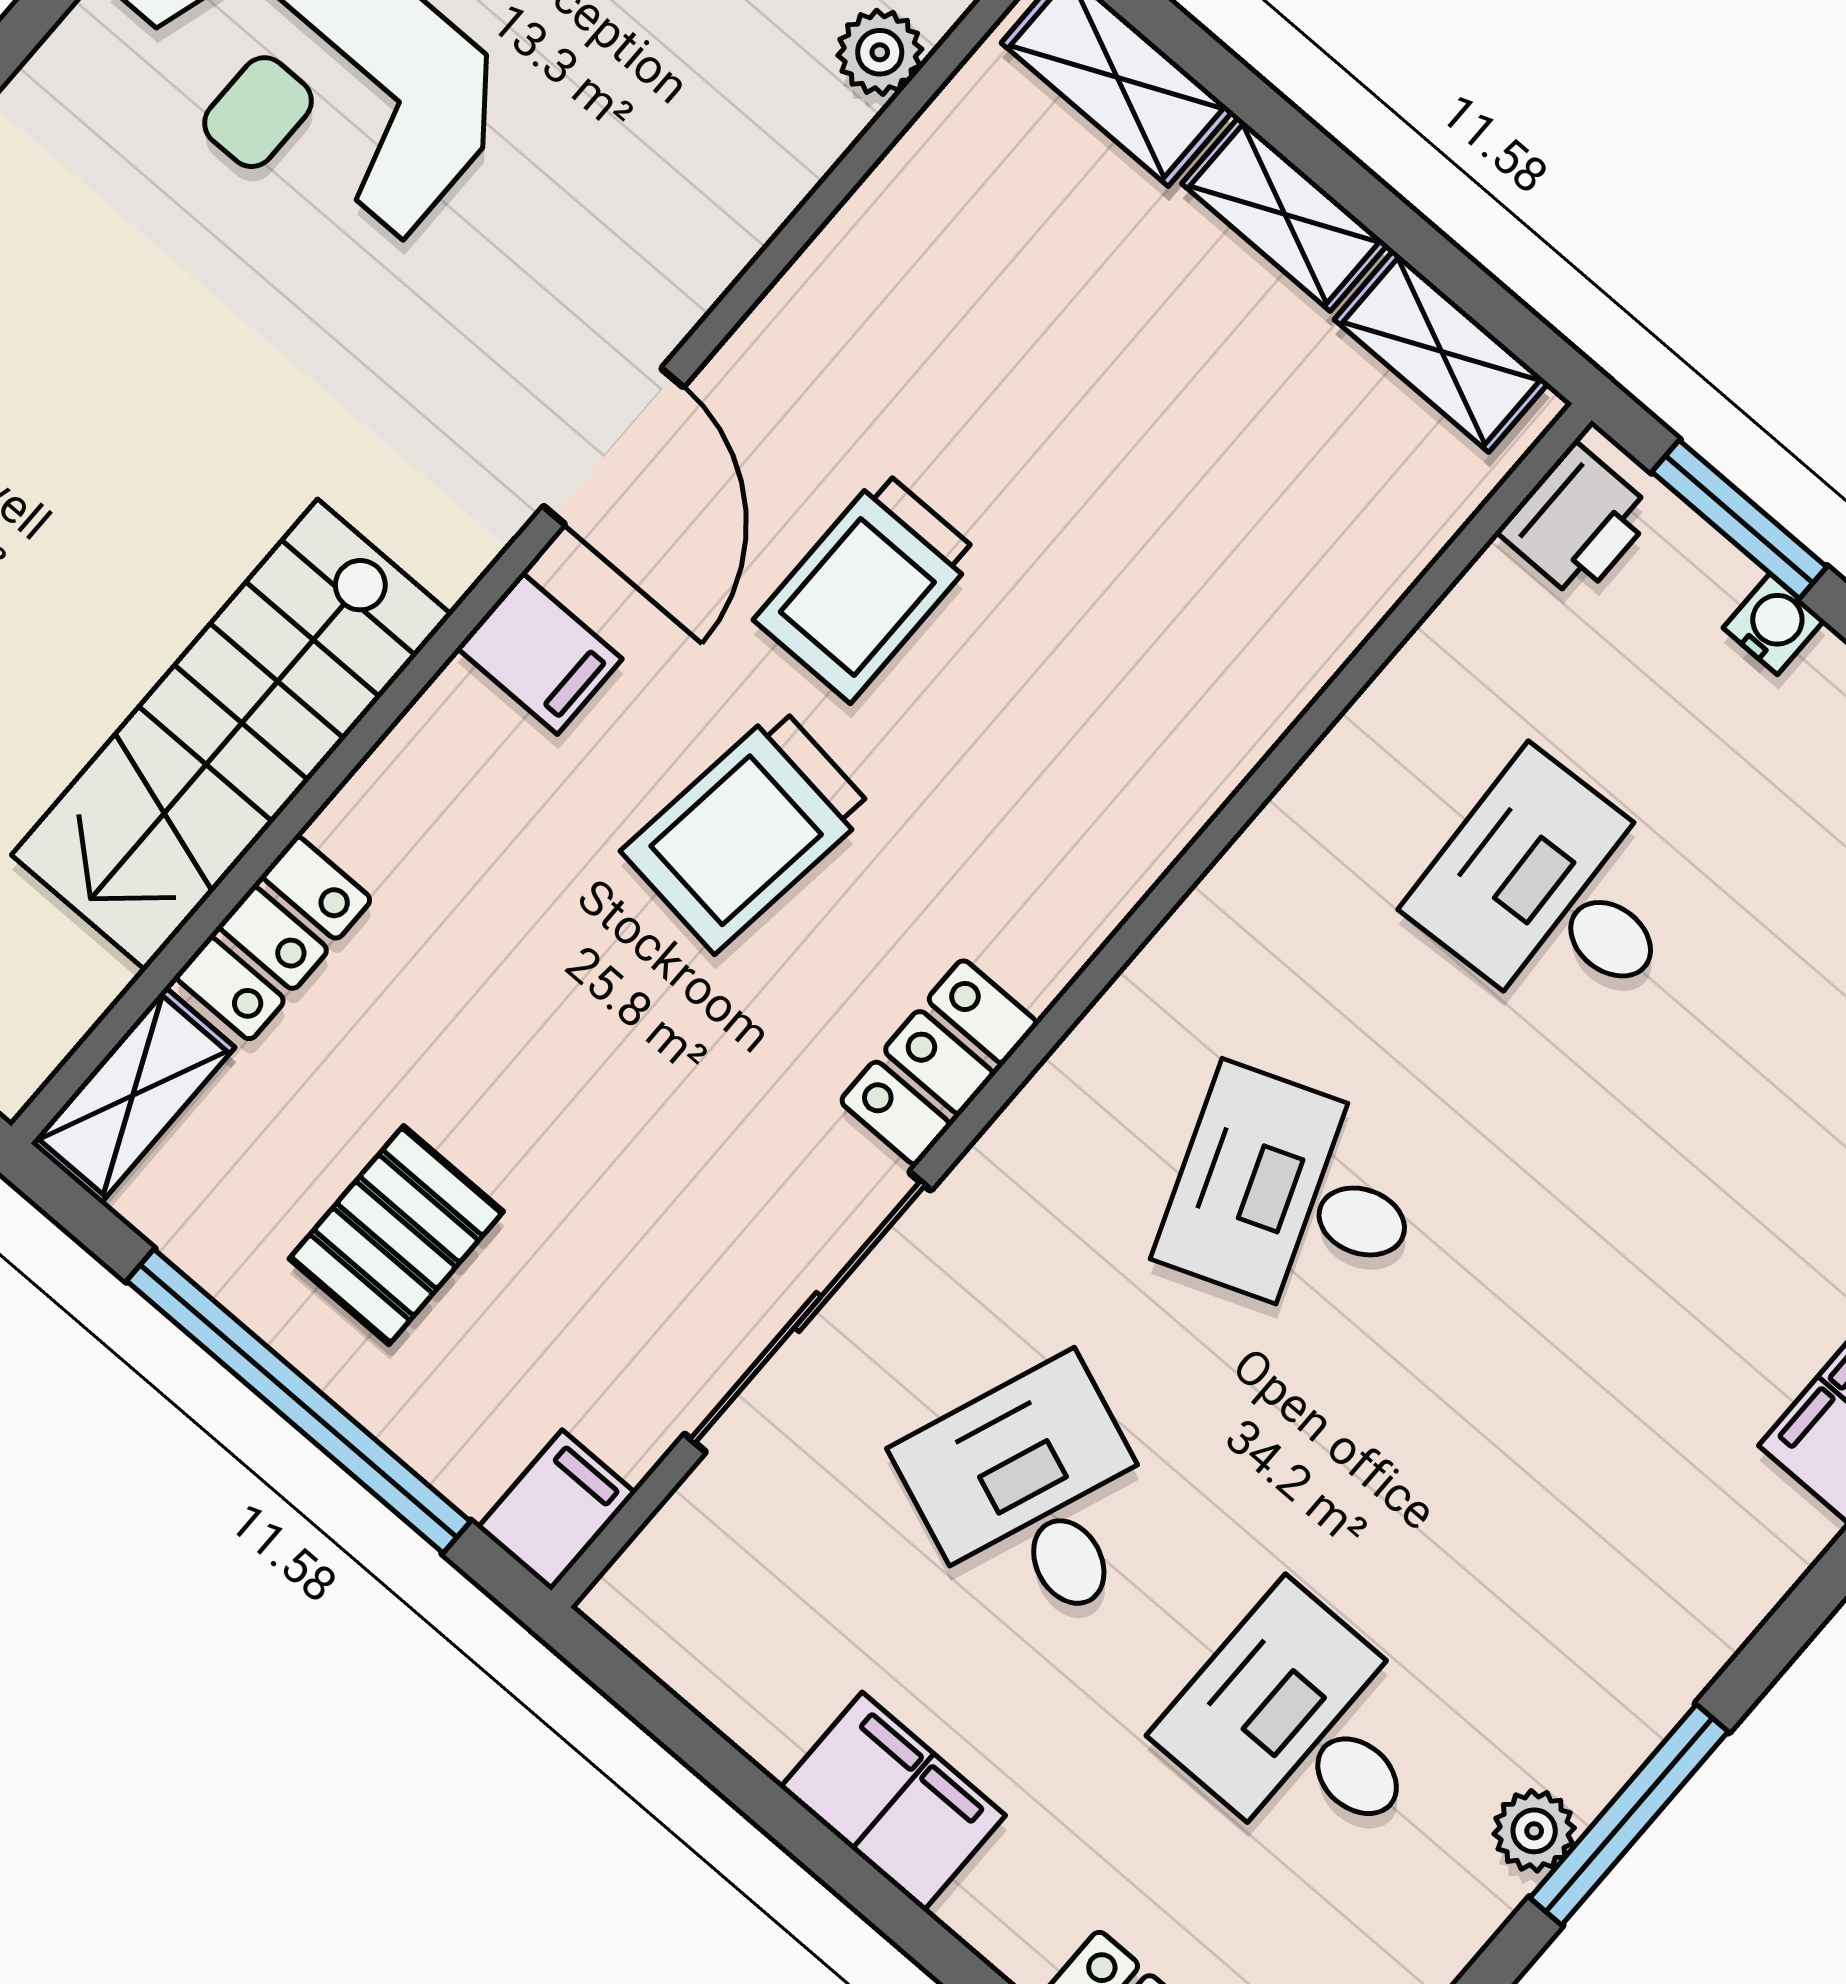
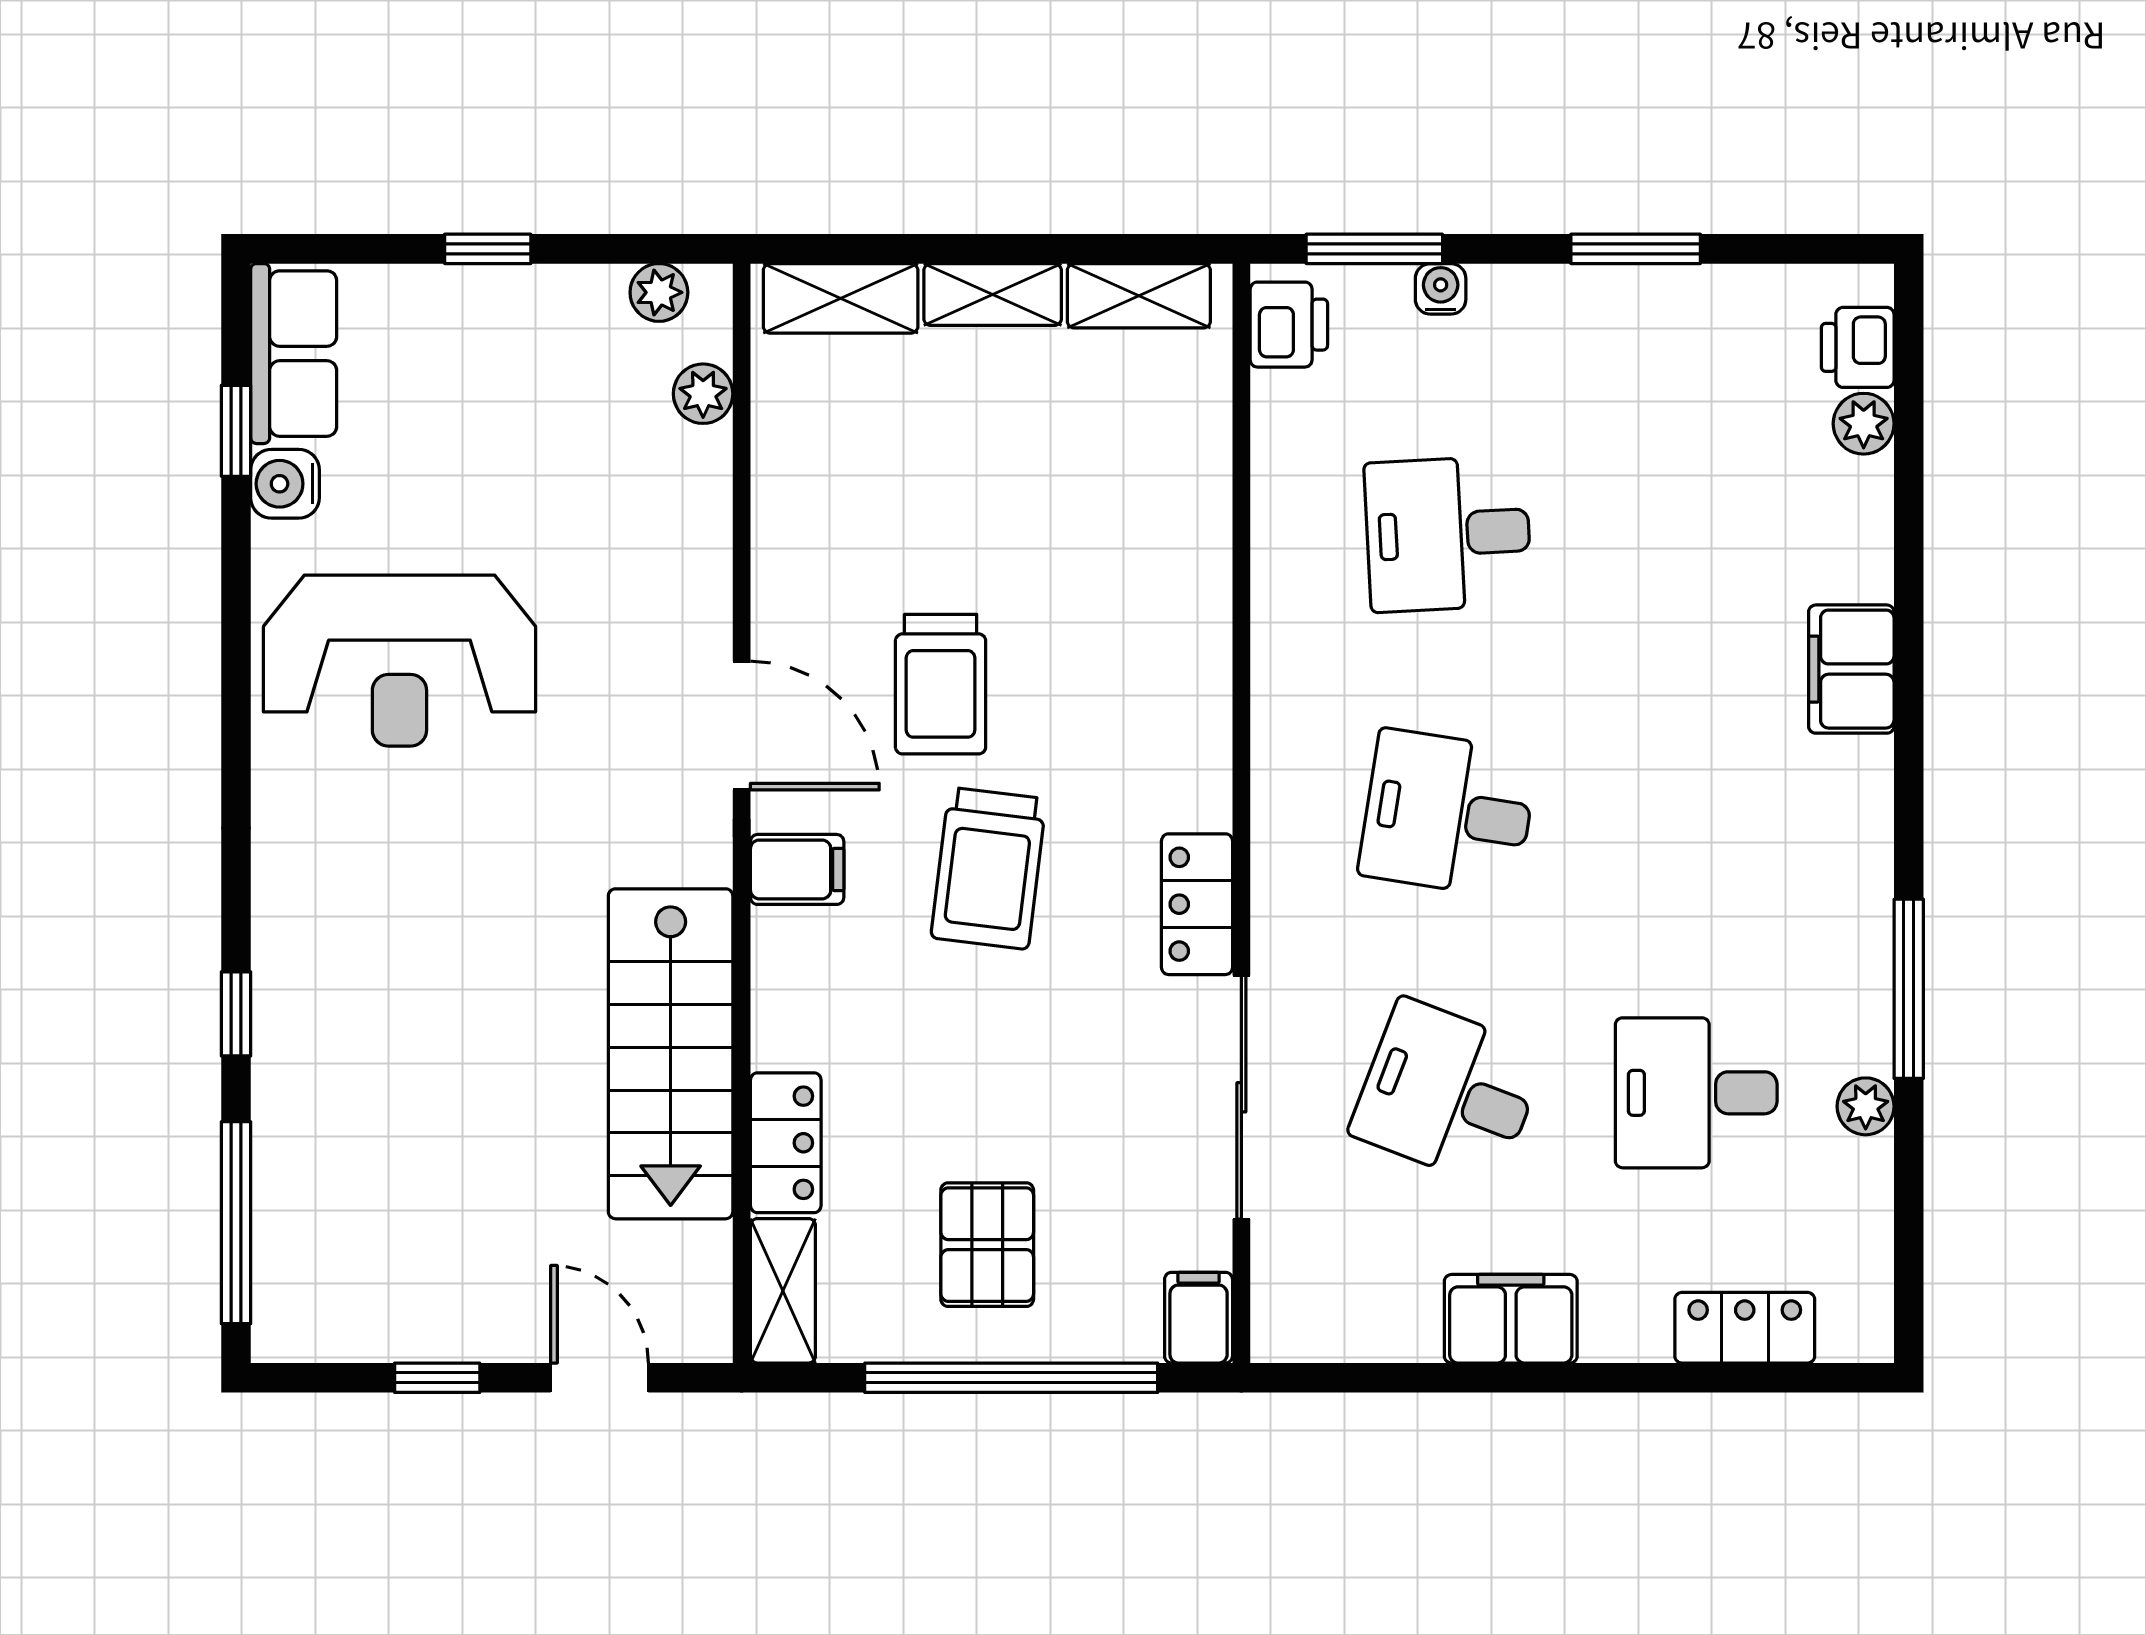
desk: (1295, 1197) -> (1448, 813), turned 30
plant: (1534, 1831) -> (1866, 1106), moved

